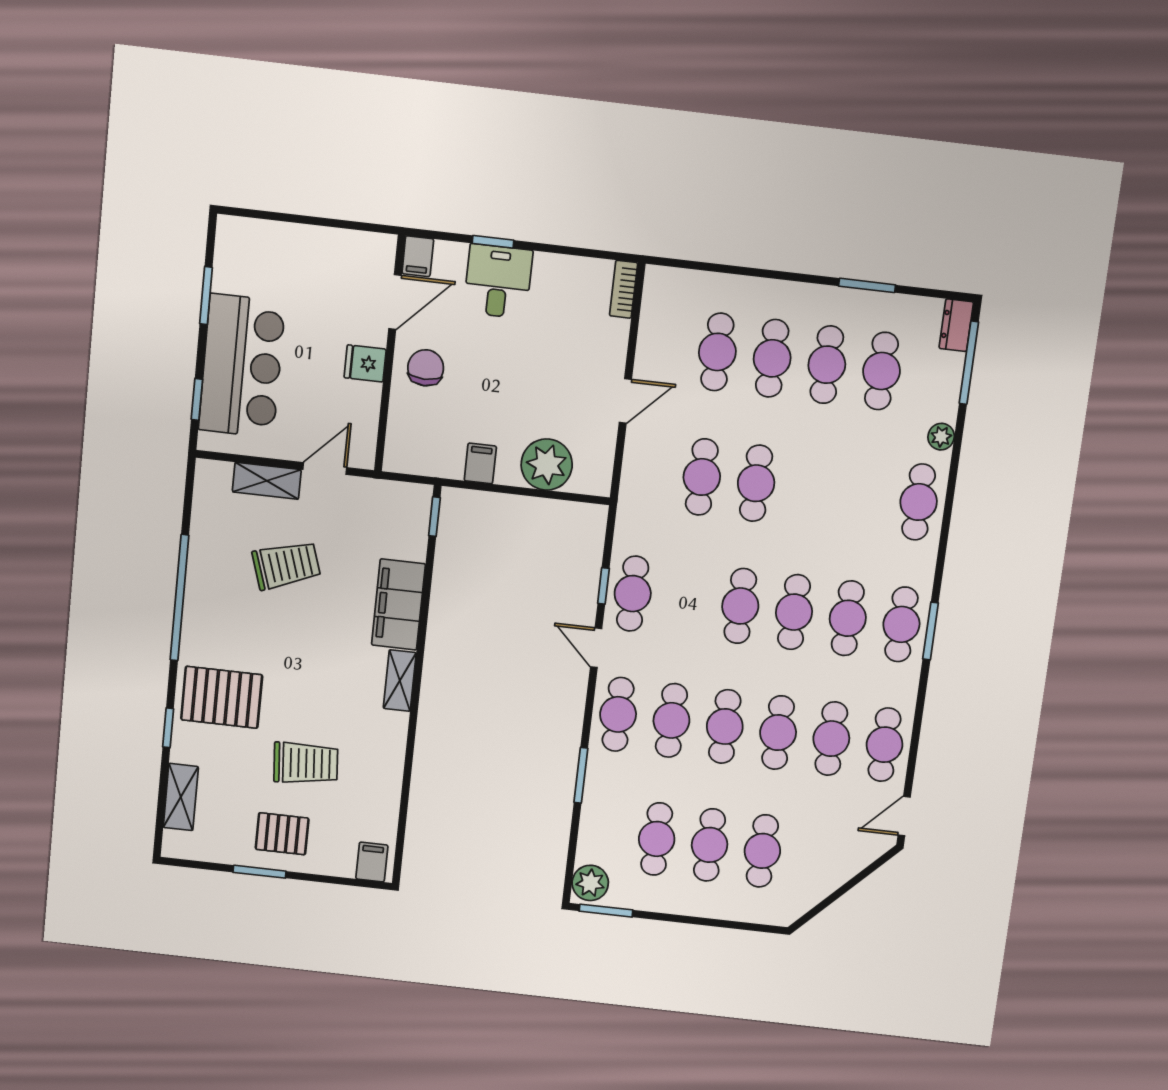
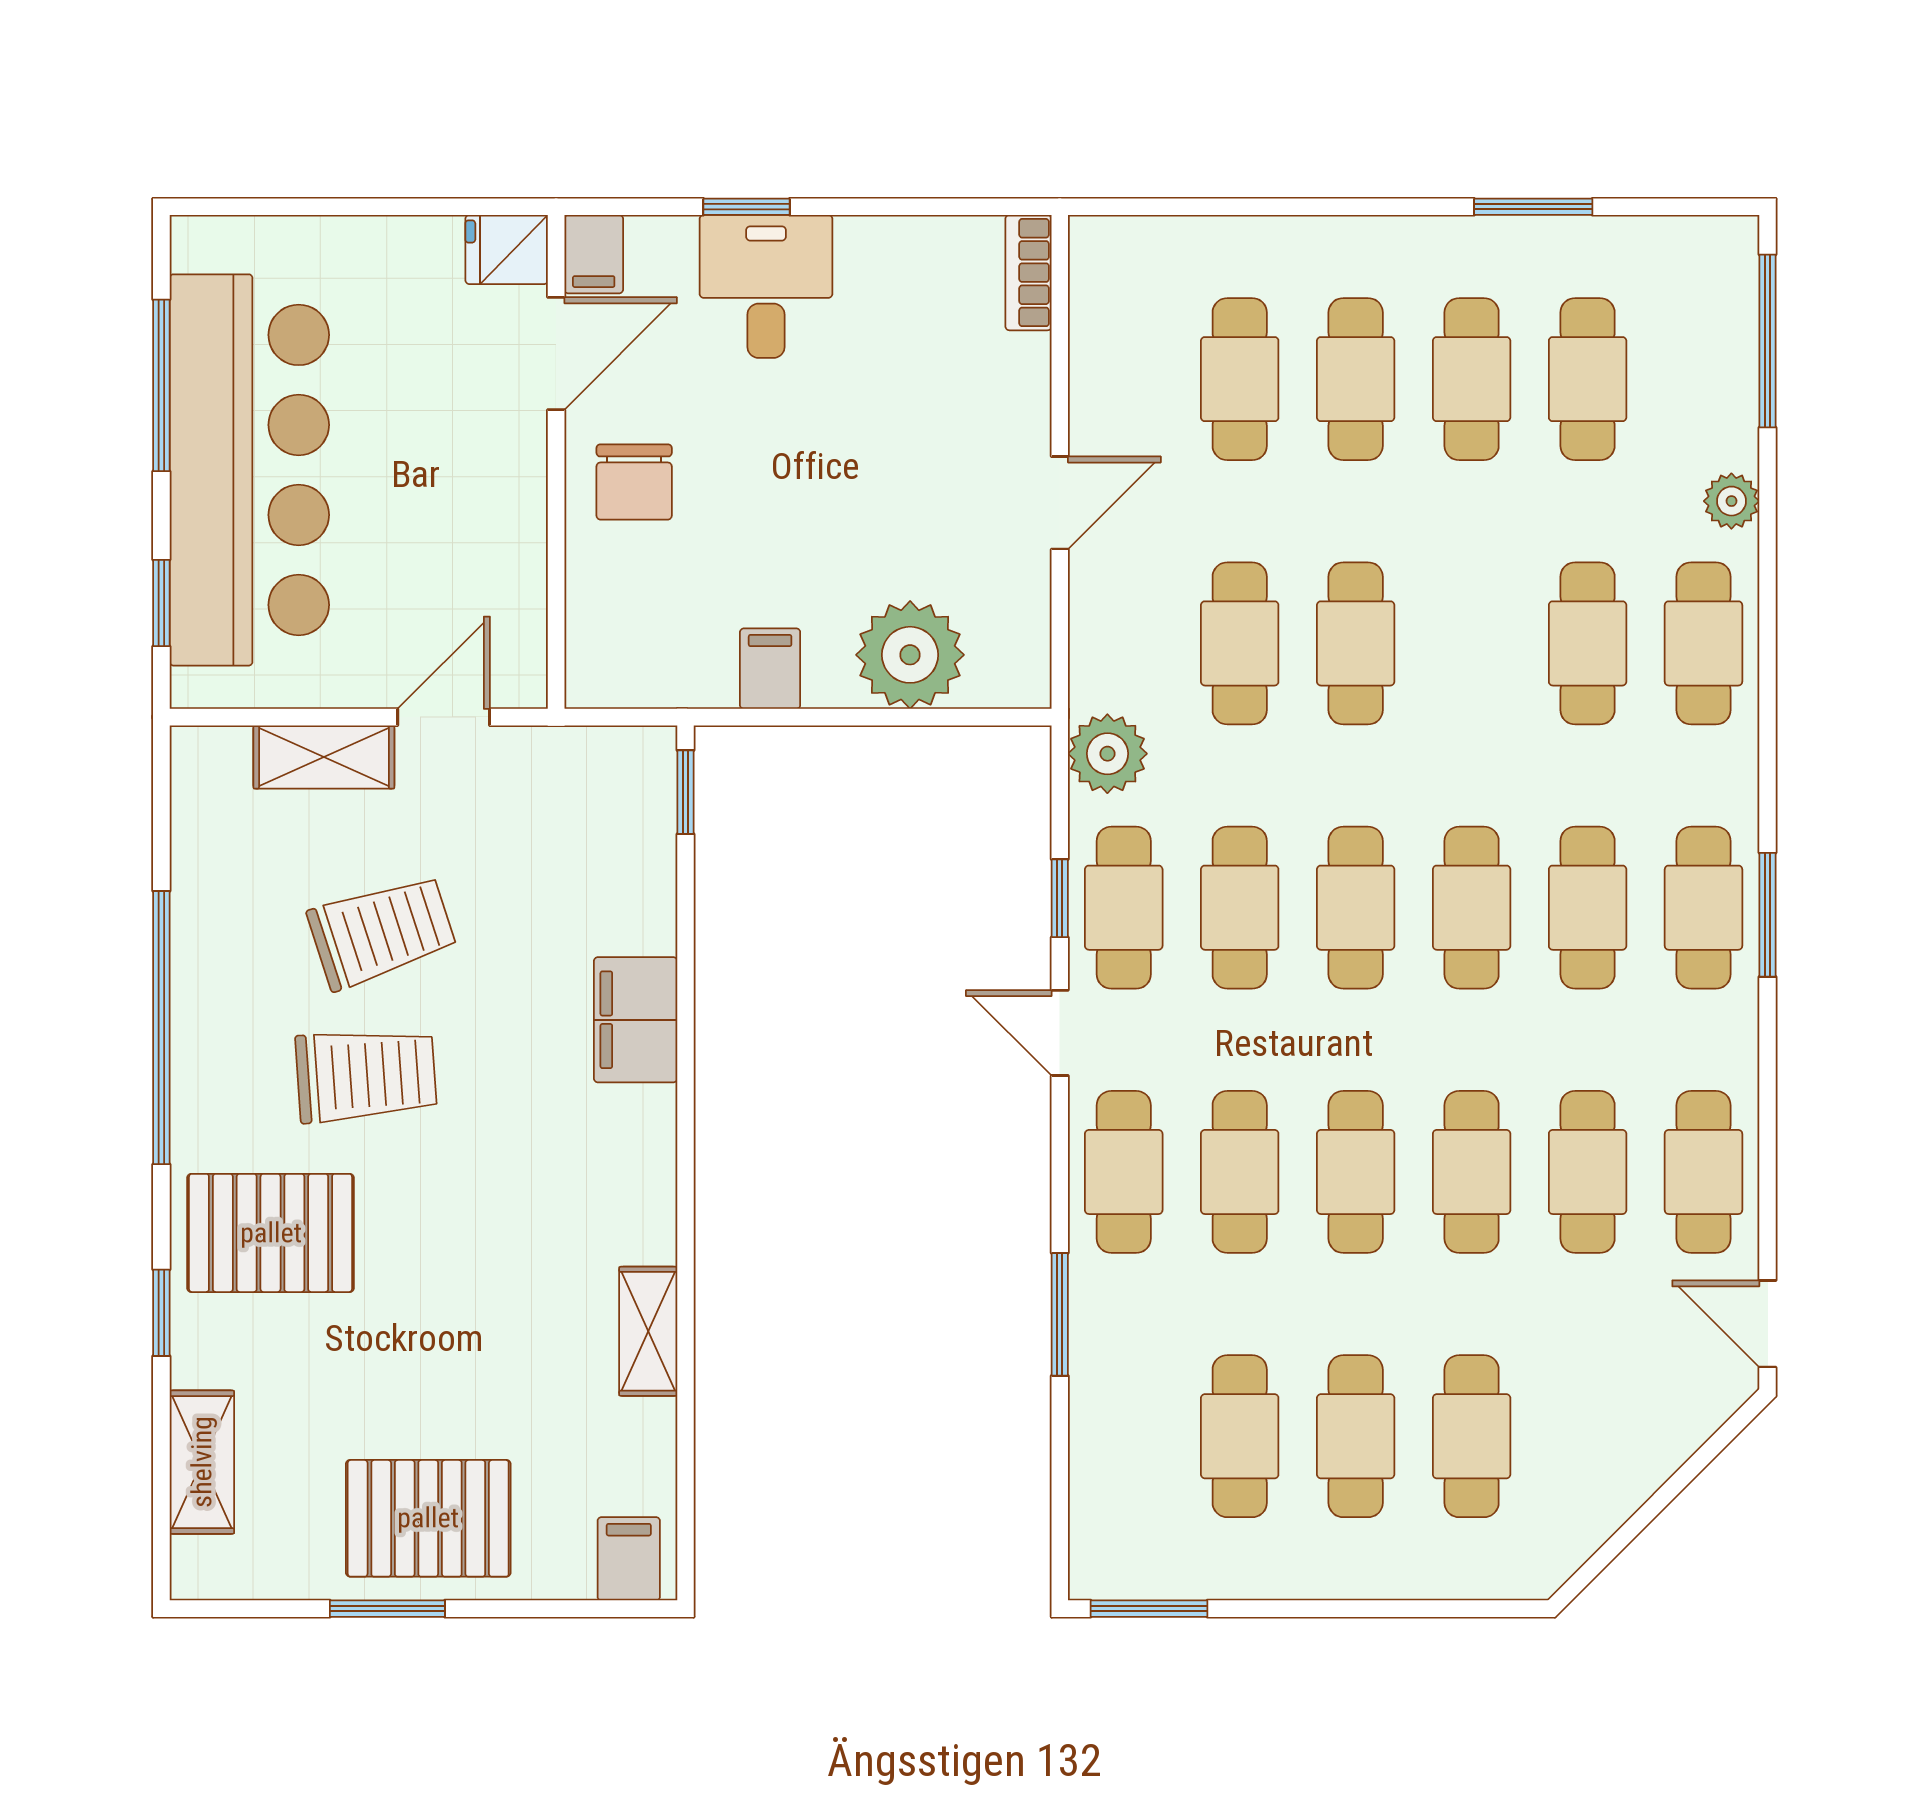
window: (206, 296) -> (161, 385), width x1.44
dresser: (956, 325) -> (1730, 267), removed
fridge: (365, 363) -> (507, 249), moved
bar counter: (242, 366) -> (249, 470), width x1.36
chair: (426, 368) -> (634, 482), turned 180
cafe table: (864, 496) -> (1588, 643), added
cafe table: (686, 600) -> (1240, 908), added
filing cabinet: (398, 605) -> (636, 1020), width x0.67, depth x0.86
shelving: (400, 681) -> (648, 1331), moved
trolley: (306, 763) -> (366, 1075), moved
door: (904, 816) -> (1768, 1324), hinge flipped
pallet: (282, 834) -> (428, 1518), width x1.50, depth x1.42
plant: (590, 883) -> (1107, 754), moved

